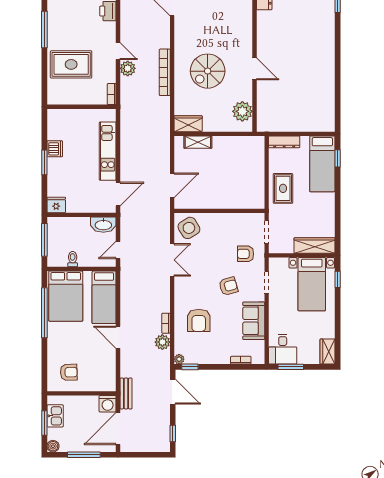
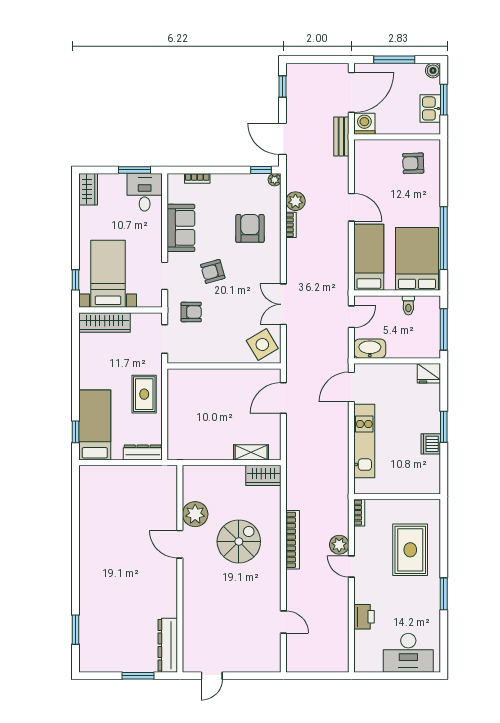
window: (44, 29) -> (444, 594), width x0.69
rug: (71, 64) -> (410, 550), turned 90
plant: (242, 111) -> (195, 514), moved

